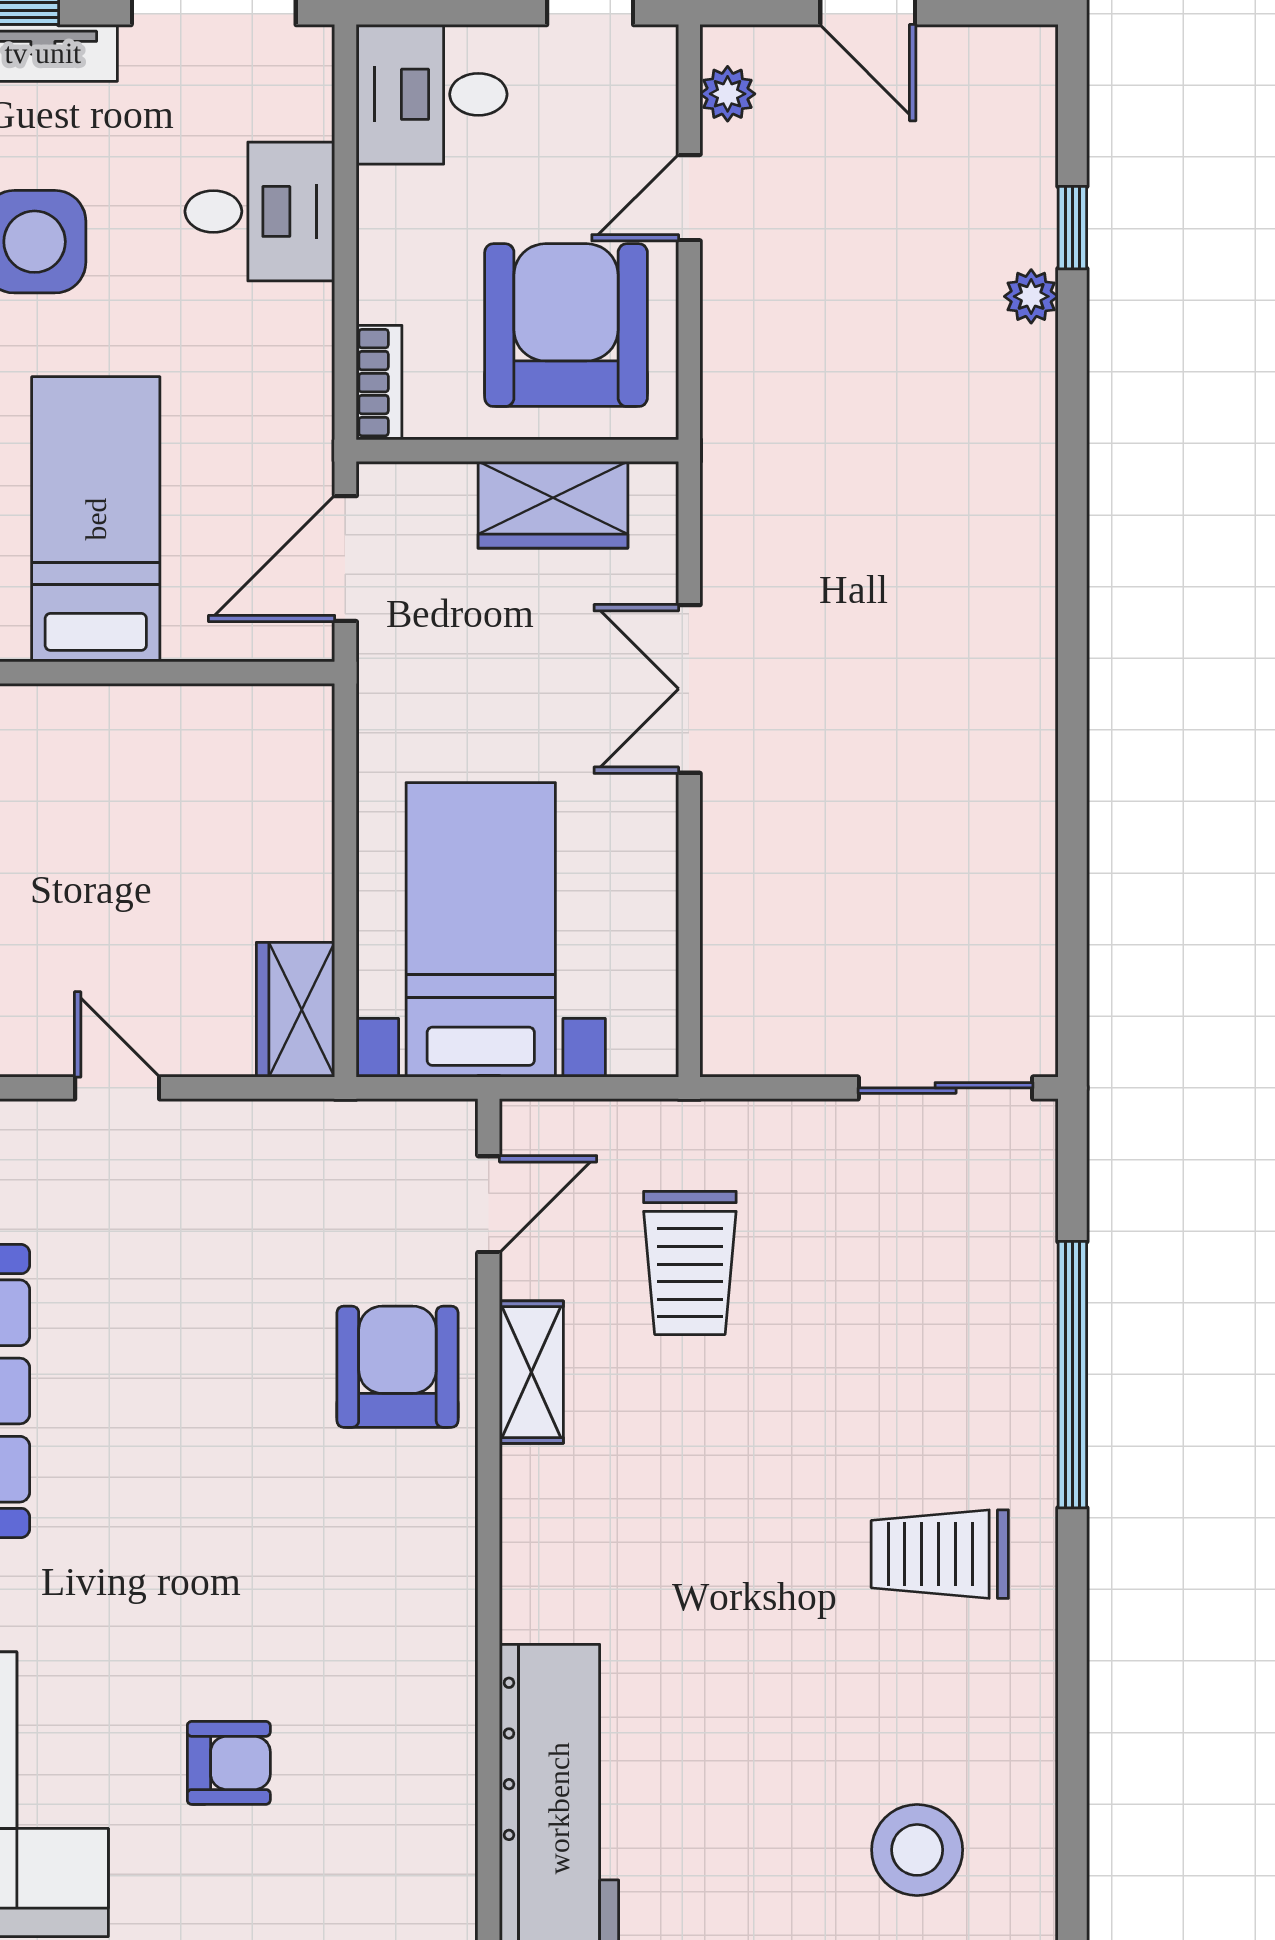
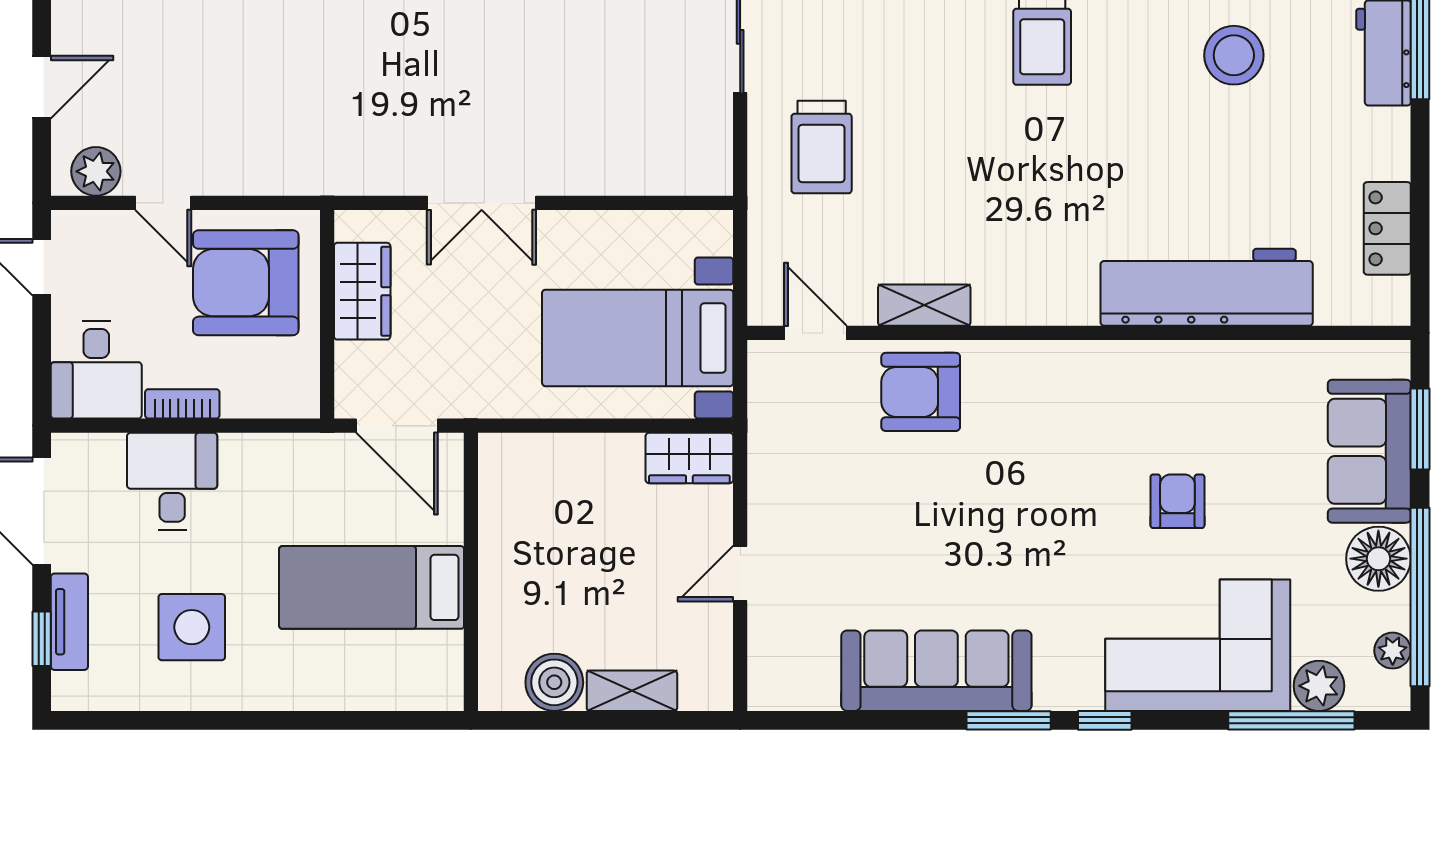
plant: (728, 94) -> (96, 171), width x1.38, depth x1.38
bookcase: (379, 383) -> (182, 404), moved
trolley: (690, 1263) -> (822, 147), moved, turned 90

